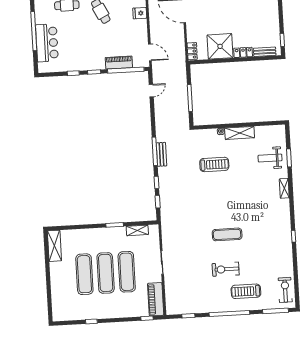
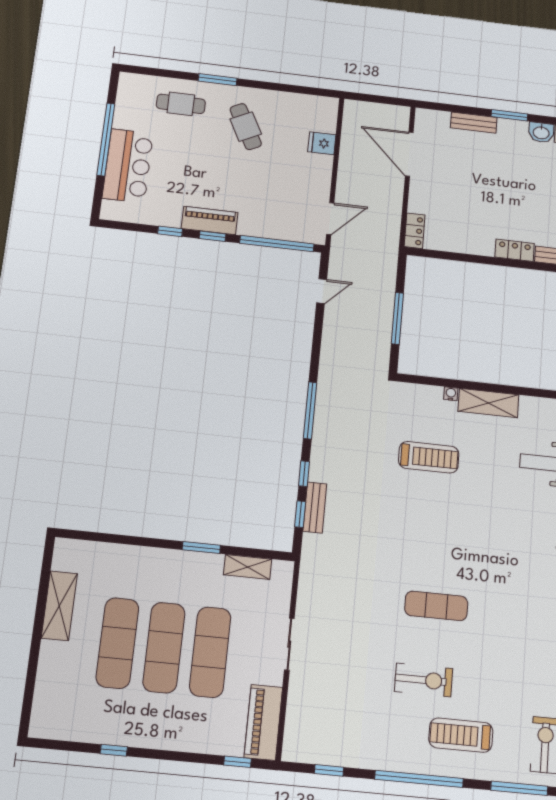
shower: (220, 46) -> (471, 231), removed
door: (150, 52) -> (330, 219), hinge flipped
piano: (119, 63) -> (210, 220), moved
bench: (161, 154) -> (315, 508), moved
shelving: (54, 246) -> (59, 606), moved
exercise bike: (226, 269) -> (424, 680), turned 180

